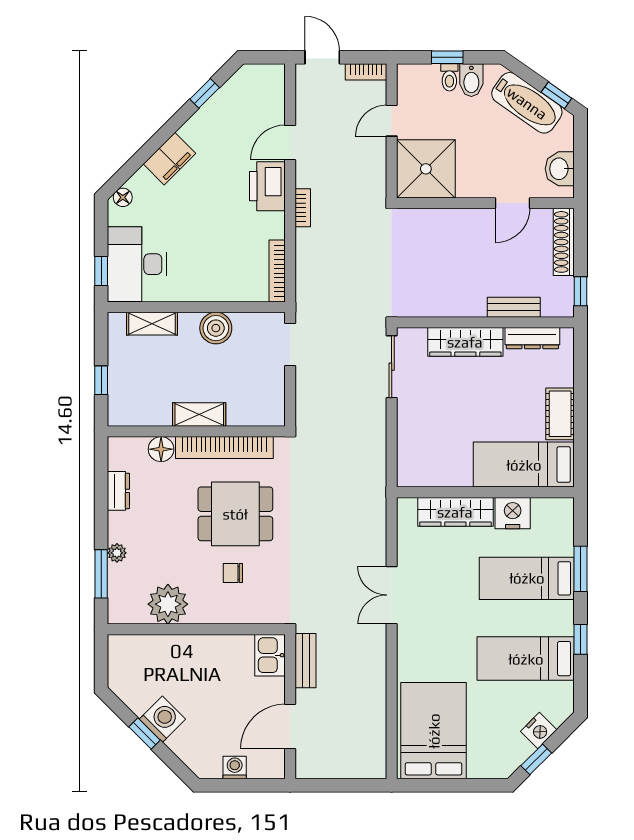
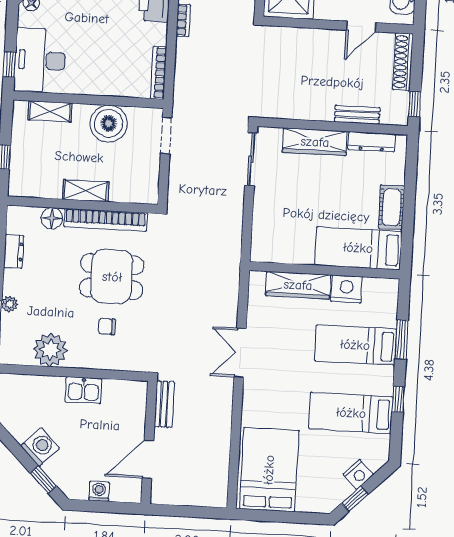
boiler: (216, 328) -> (109, 123), width x1.37, depth x1.37
kitchen sink: (270, 655) -> (83, 390), moved, turned -90
window: (145, 734) -> (43, 480), moved

